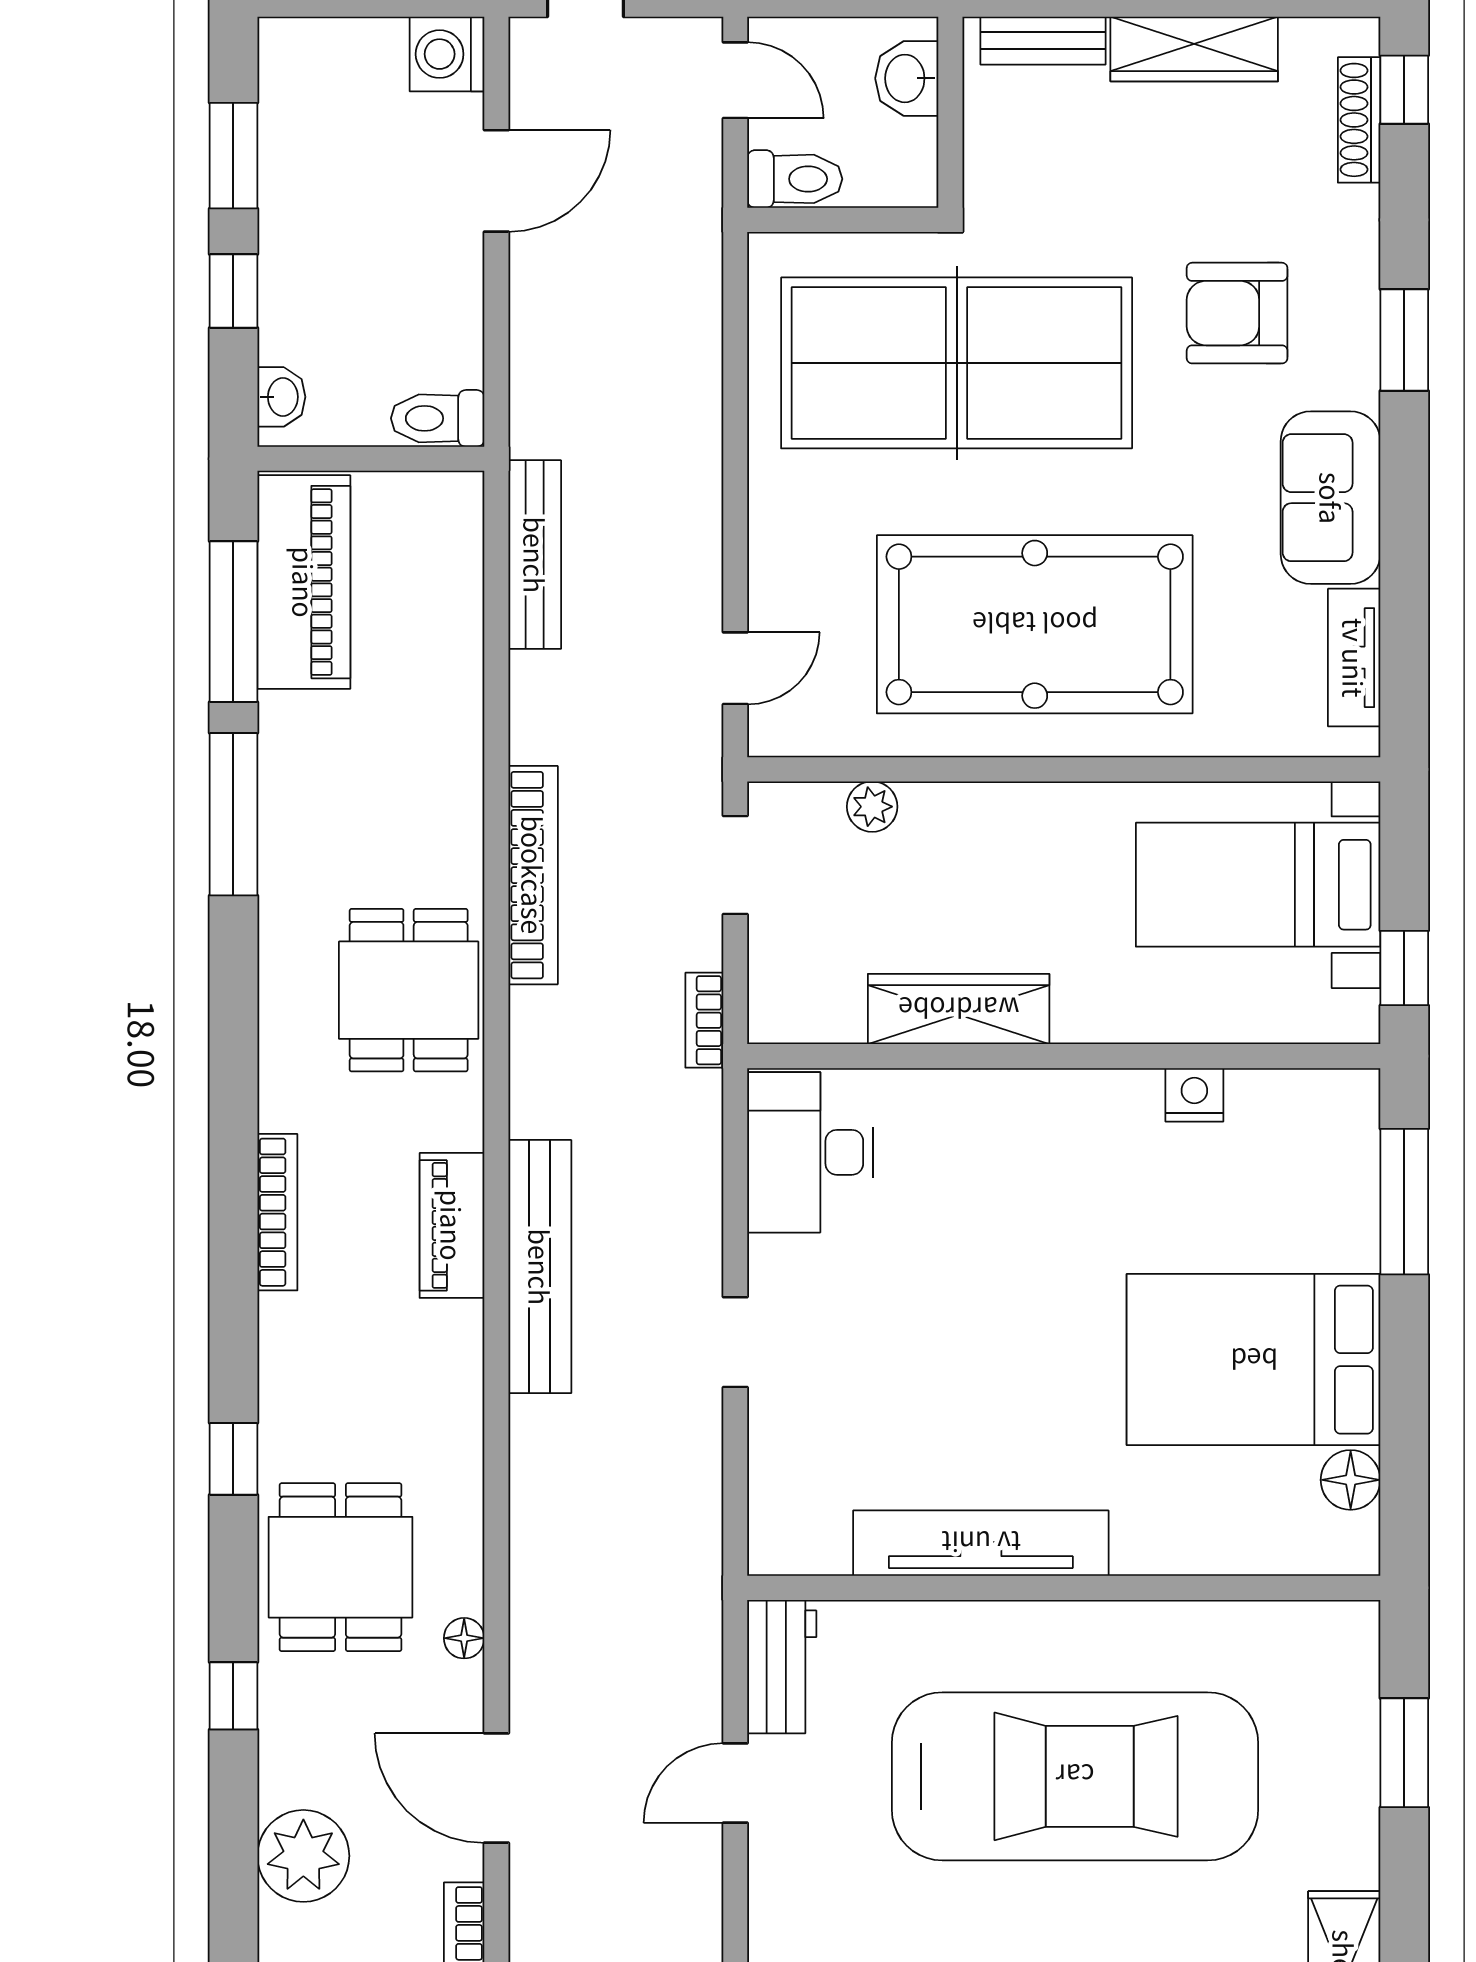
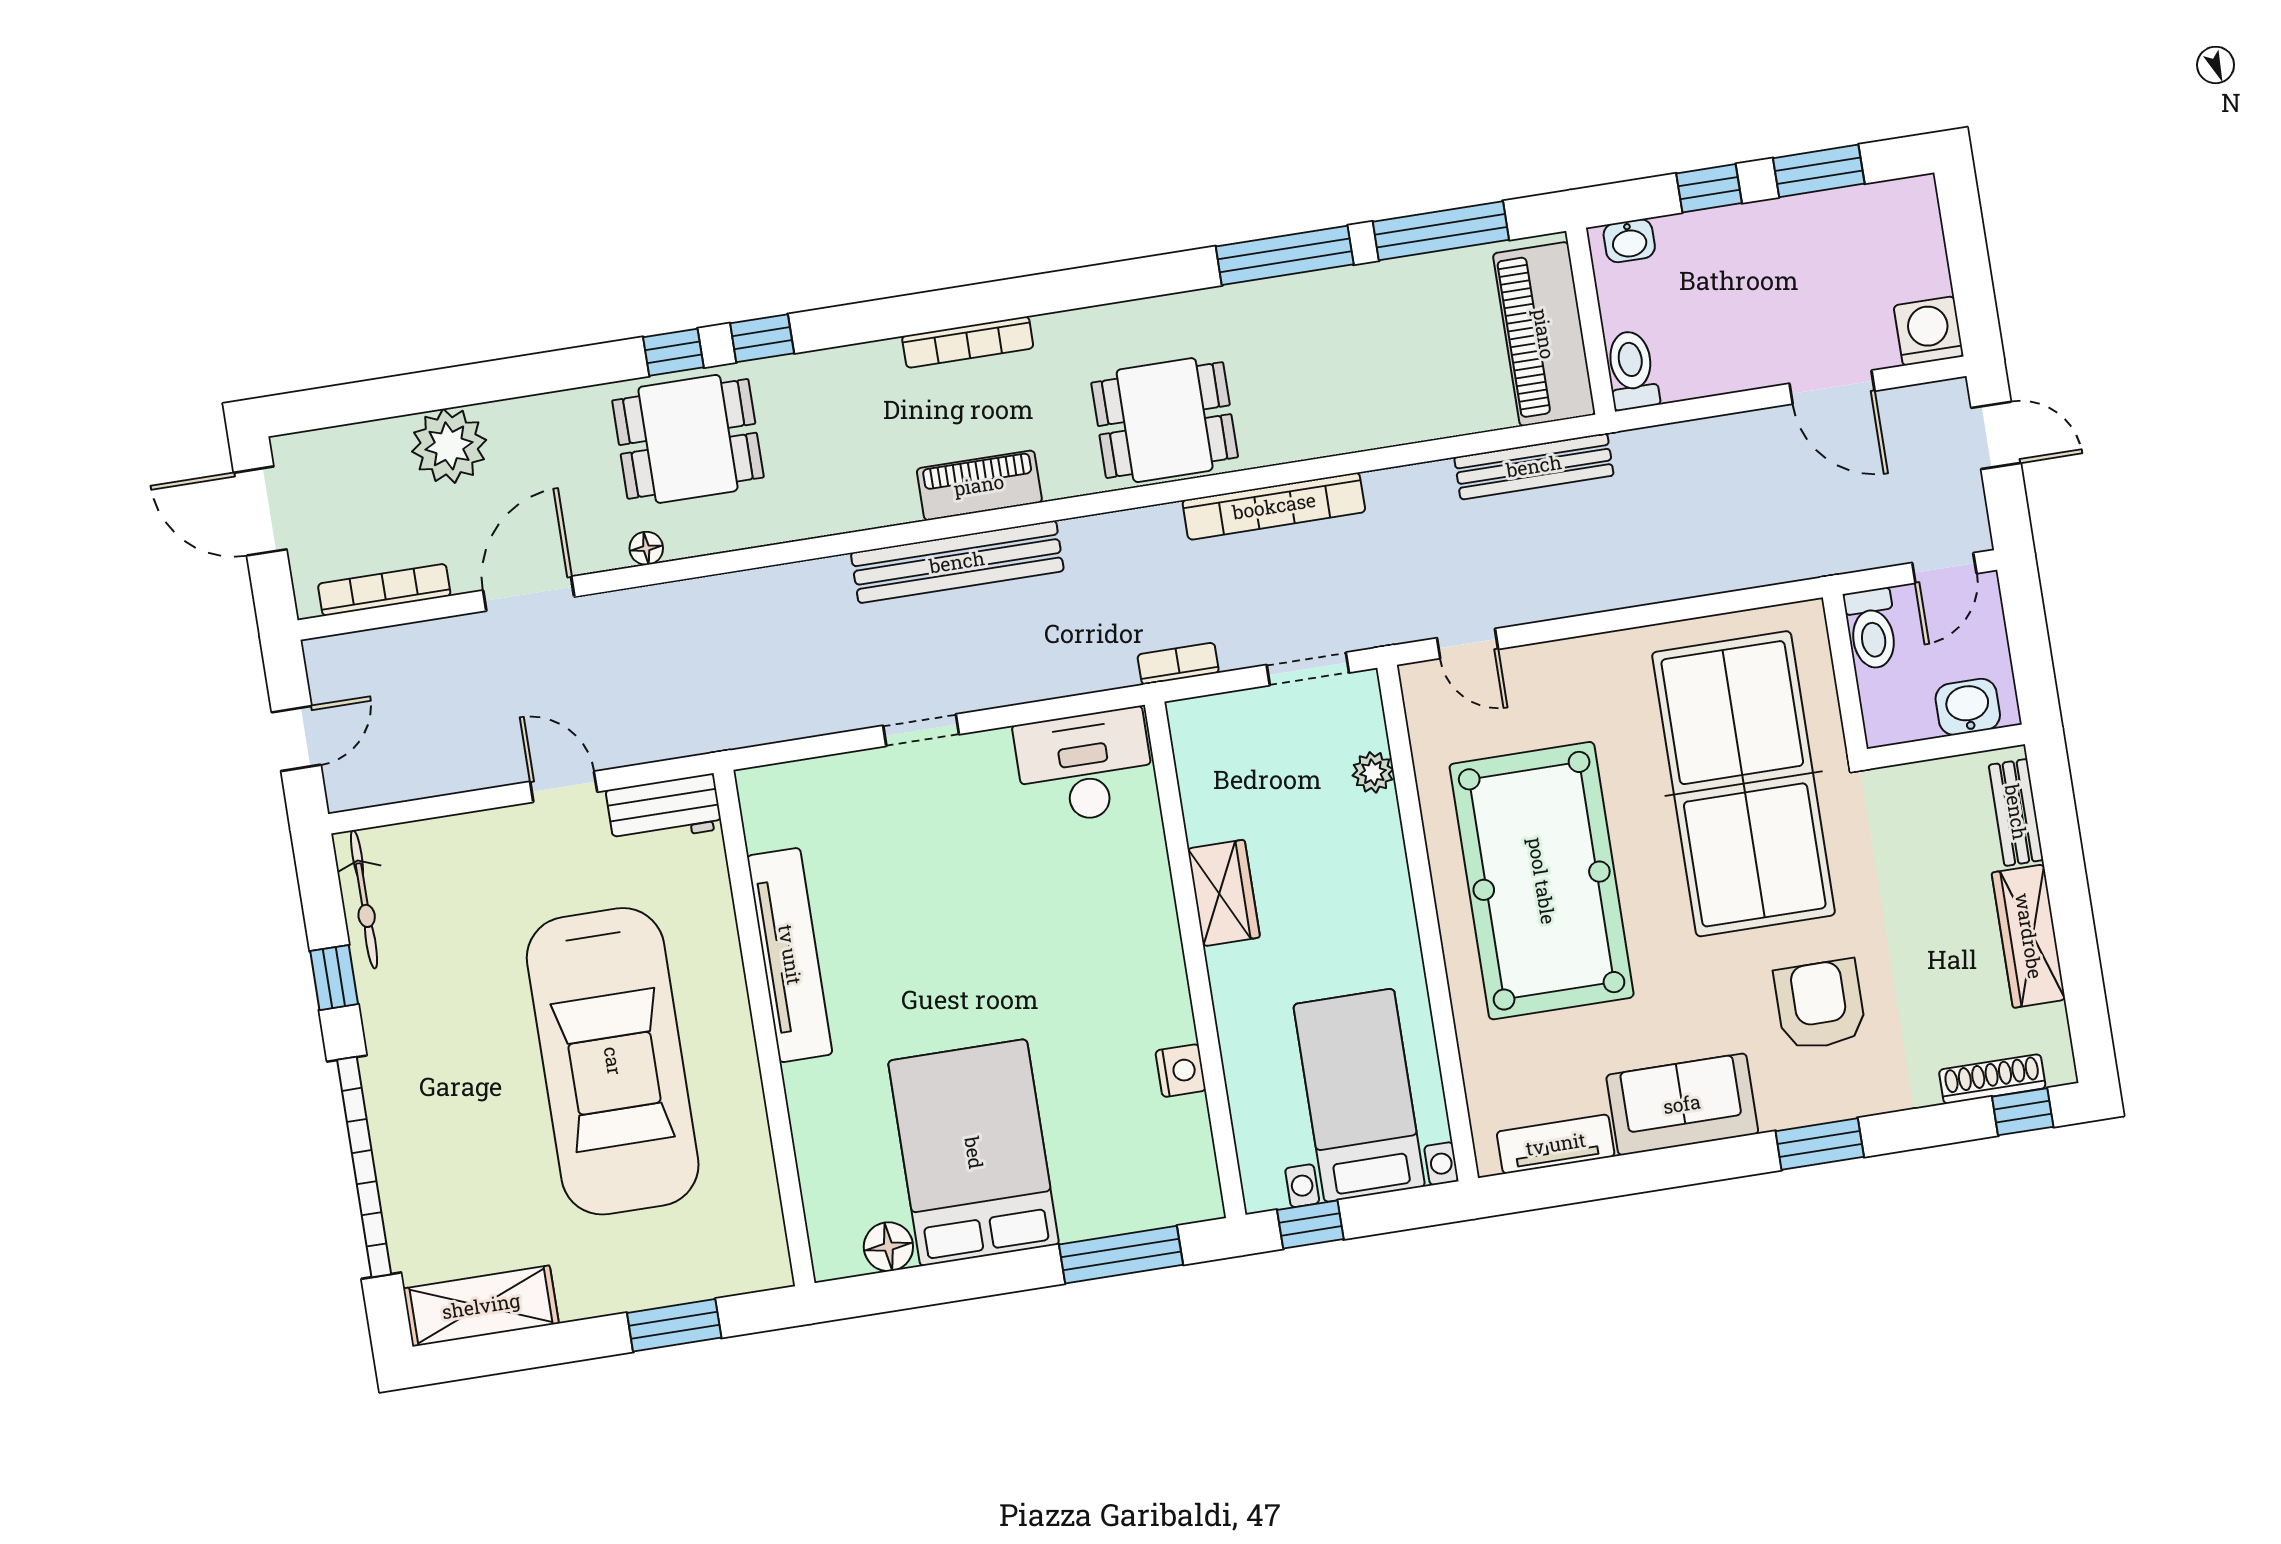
piano: (304, 582) -> (1544, 334), moved, turned 90
wardrobe: (959, 1009) -> (1224, 893), width x0.67
window: (233, 1696) -> (673, 352), moved

